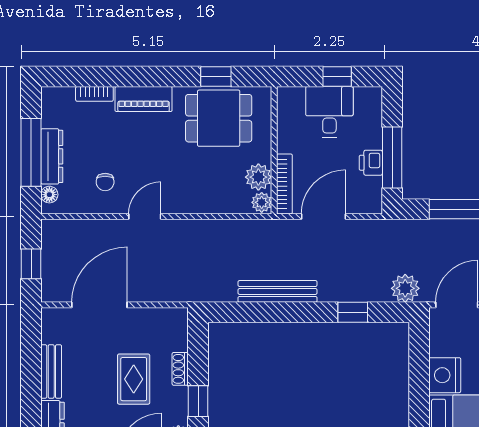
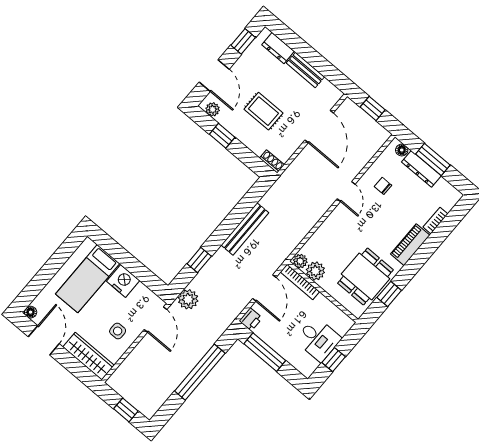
window: (31, 152) -> (433, 159), width x0.69
printer: (371, 163) -> (251, 319), moved, turned 90
shoe rack: (180, 369) -> (272, 161), moved

